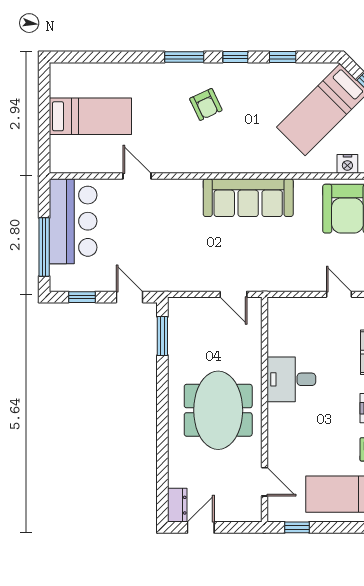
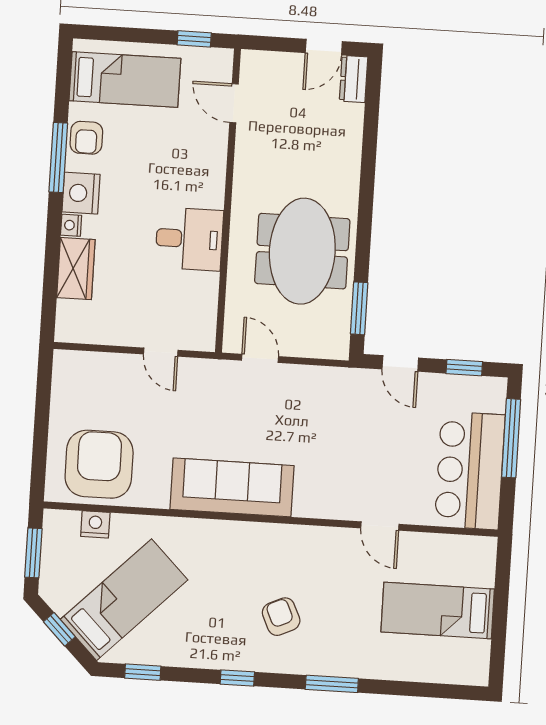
window: (184, 57) -> (332, 684), moved
window: (283, 57) -> (143, 672), moved
door: (339, 294) -> (161, 352), moved
meeting table: (218, 410) -> (302, 251), moved

